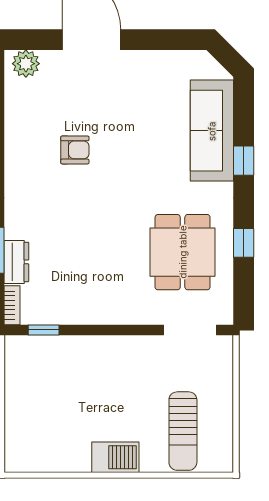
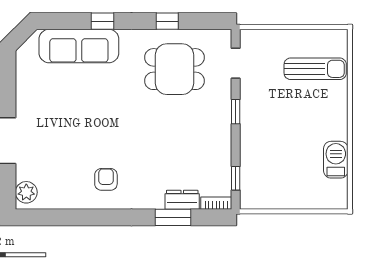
armchair: (75, 150) -> (106, 179), moved
window: (128, 330) -> (236, 112), added
doorway: (190, 330) -> (236, 63), width x0.73
barbecue: (115, 457) -> (336, 160), moved

